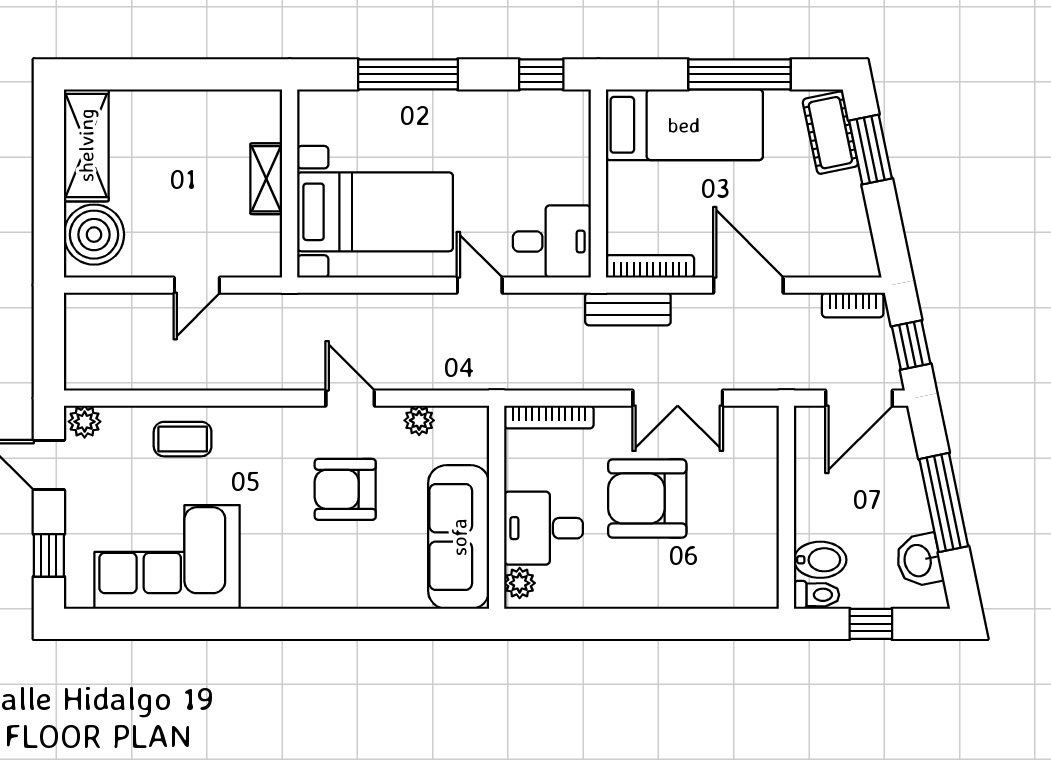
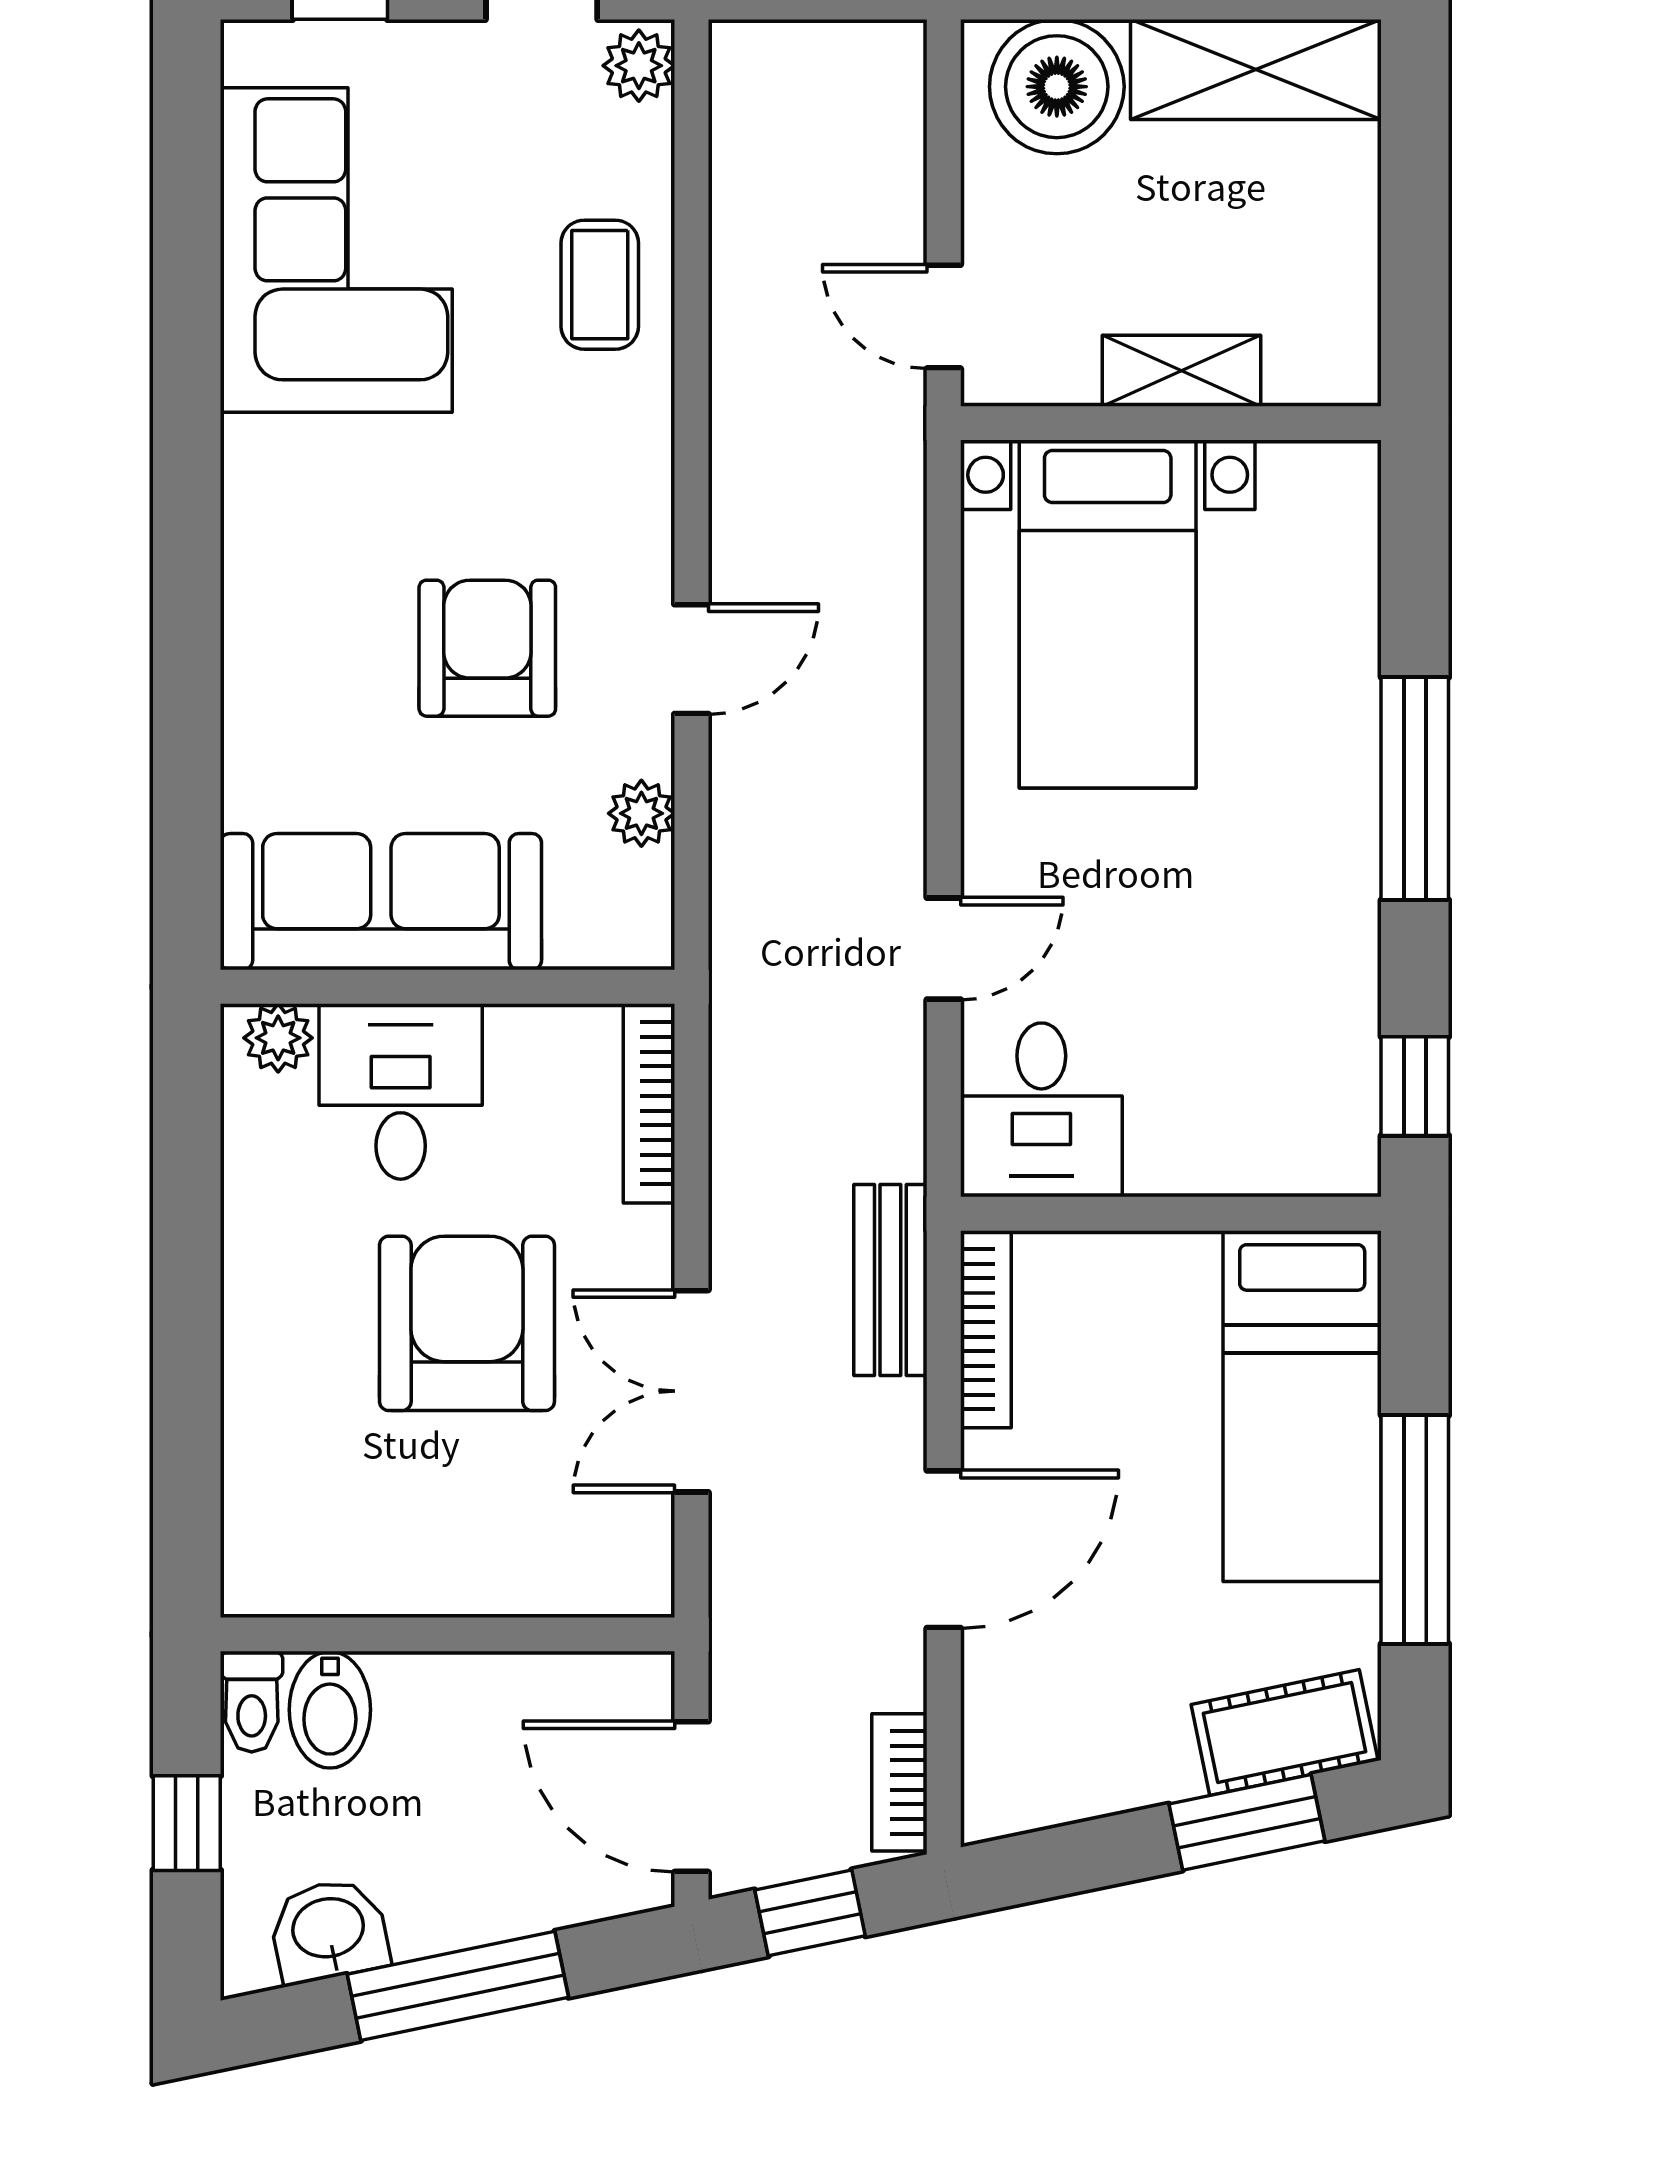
shelving: (266, 179) -> (1182, 371), moved
wall: (290, 184) -> (1171, 423), moved
bed with nightstands: (375, 212) -> (1108, 614), moved

